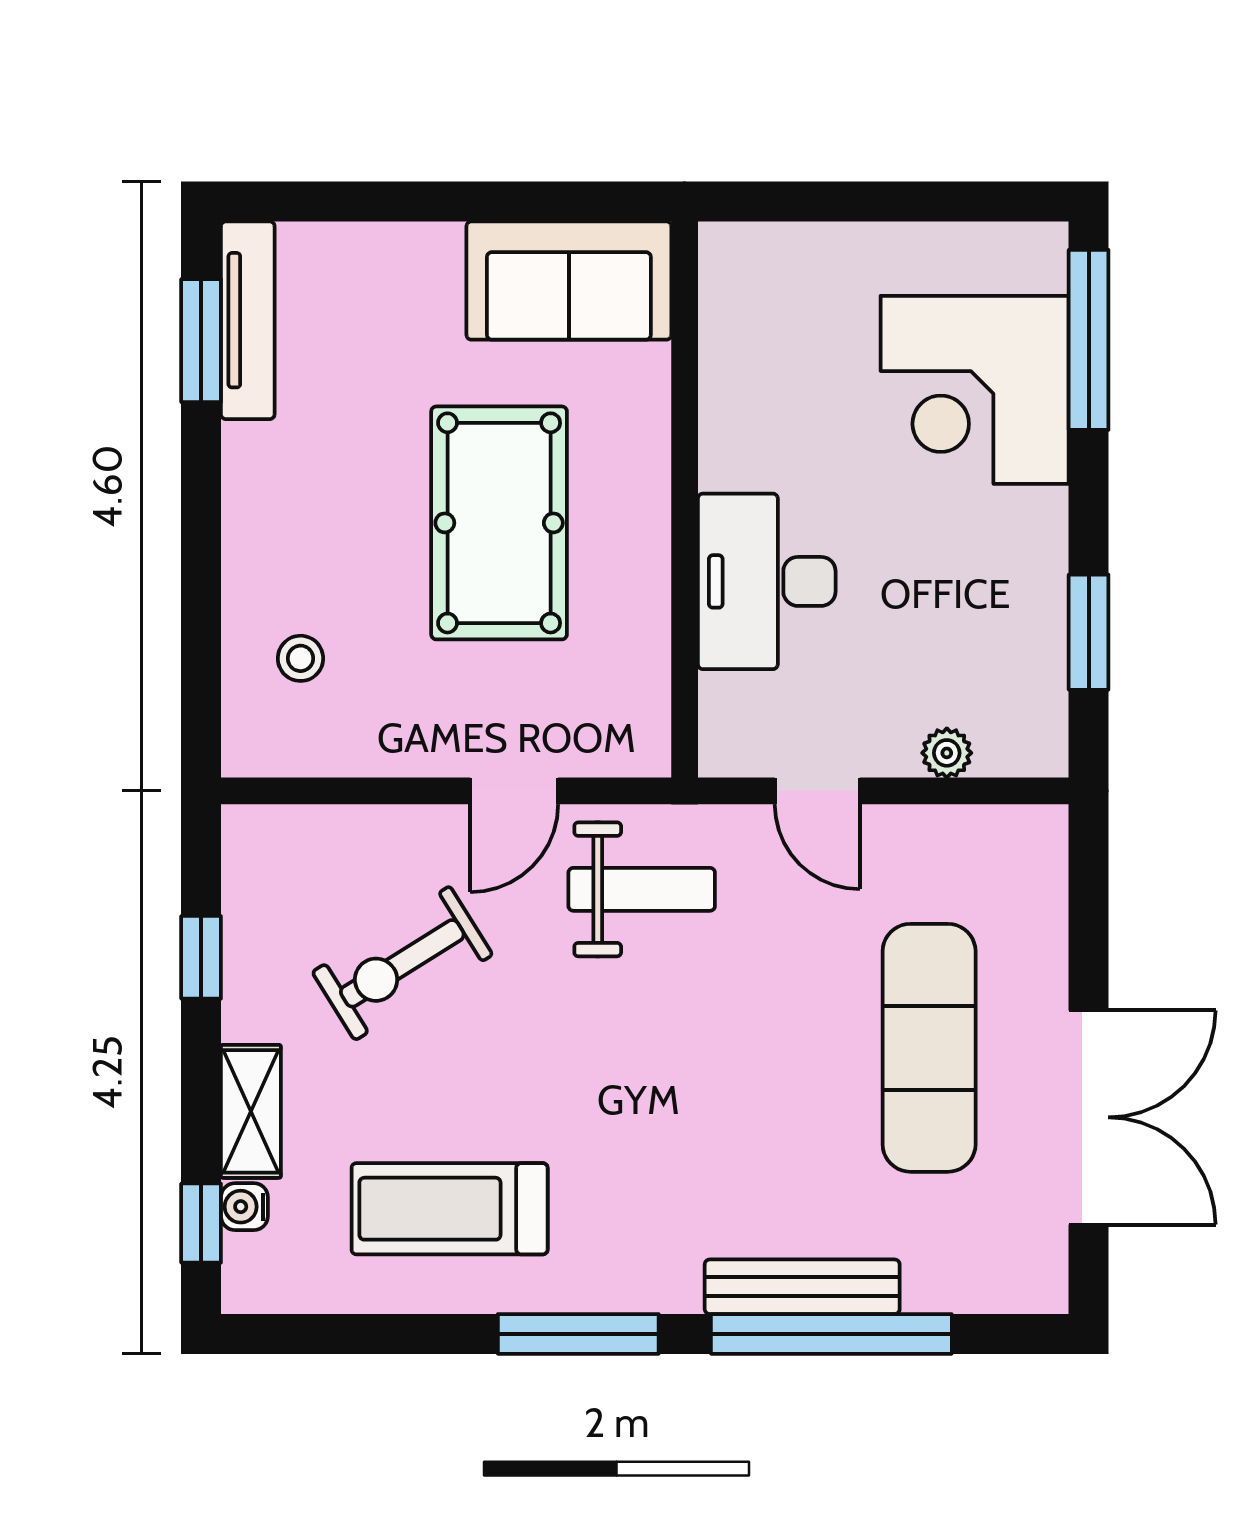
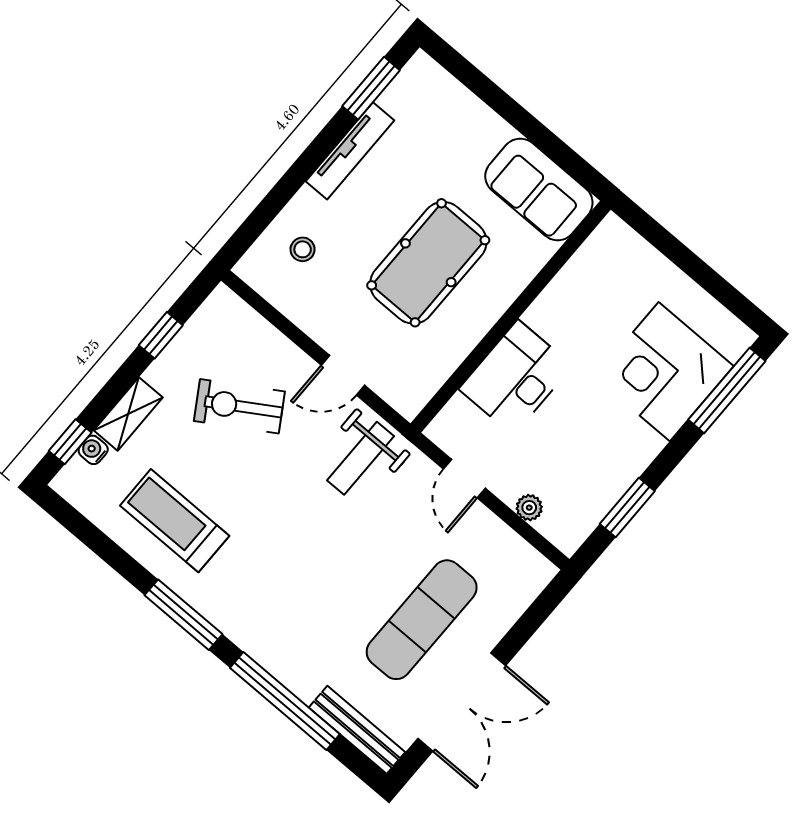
tv unit: (248, 320) -> (350, 151), moved
weight bench: (642, 889) -> (360, 458), turned 90
bench: (802, 1287) -> (357, 730), moved

